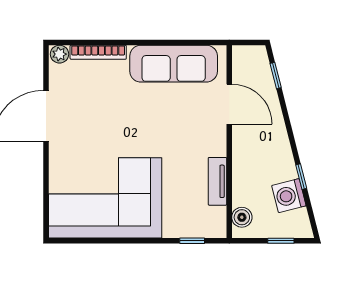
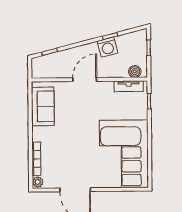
sofa: (174, 64) -> (43, 106), width x0.73
door: (229, 104) -> (85, 80), moved
tv unit: (217, 181) -> (129, 86), moved
washing machine: (289, 196) -> (107, 47), moved

